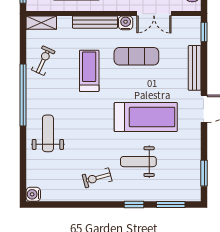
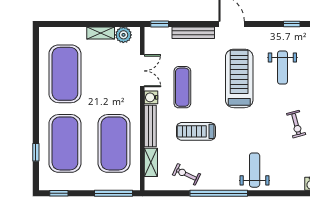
shelving: (41, 23) -> (151, 162), moved
weight bench: (48, 133) -> (255, 170), turned 90
weight bench: (138, 162) -> (282, 67), moved
window: (204, 173) -> (292, 24), width x0.67

